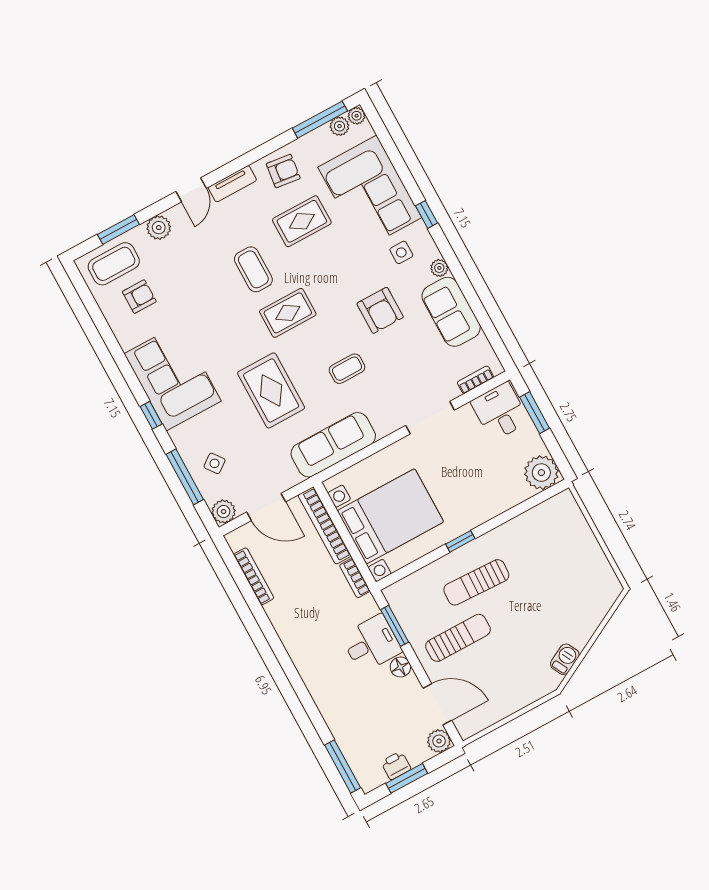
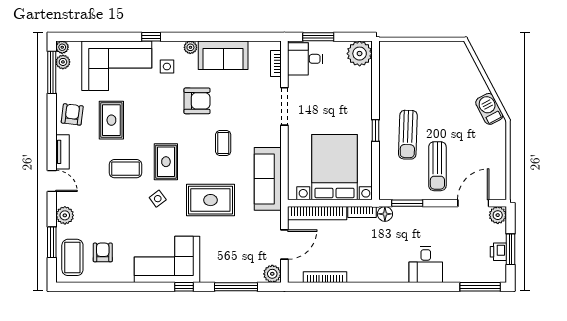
side table: (215, 463) -> (158, 199), moved
sun lounger: (458, 638) -> (437, 166), turned 180
desk: (371, 644) -> (426, 265), moved, turned 180
barbecue: (565, 659) -> (489, 109), width x1.38, depth x1.27
floor lamp: (400, 667) -> (385, 214), moved

